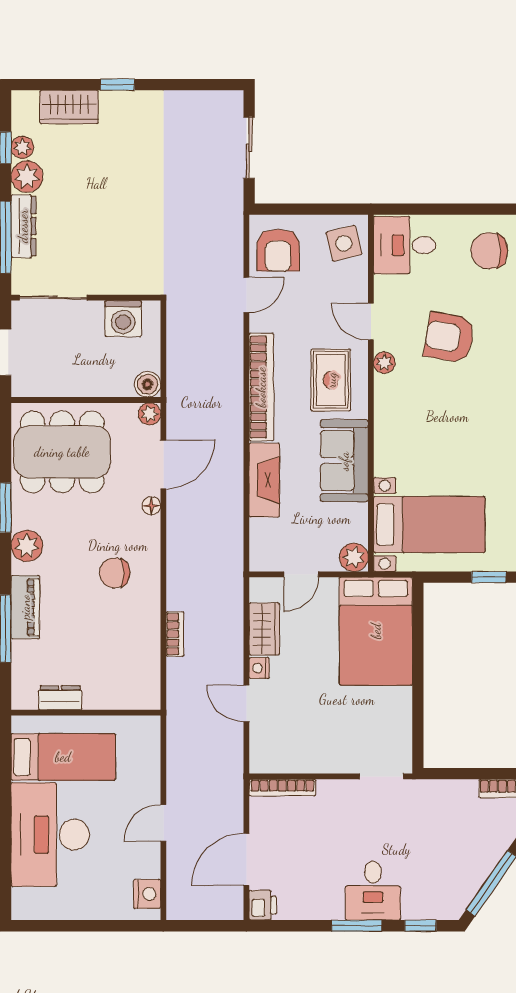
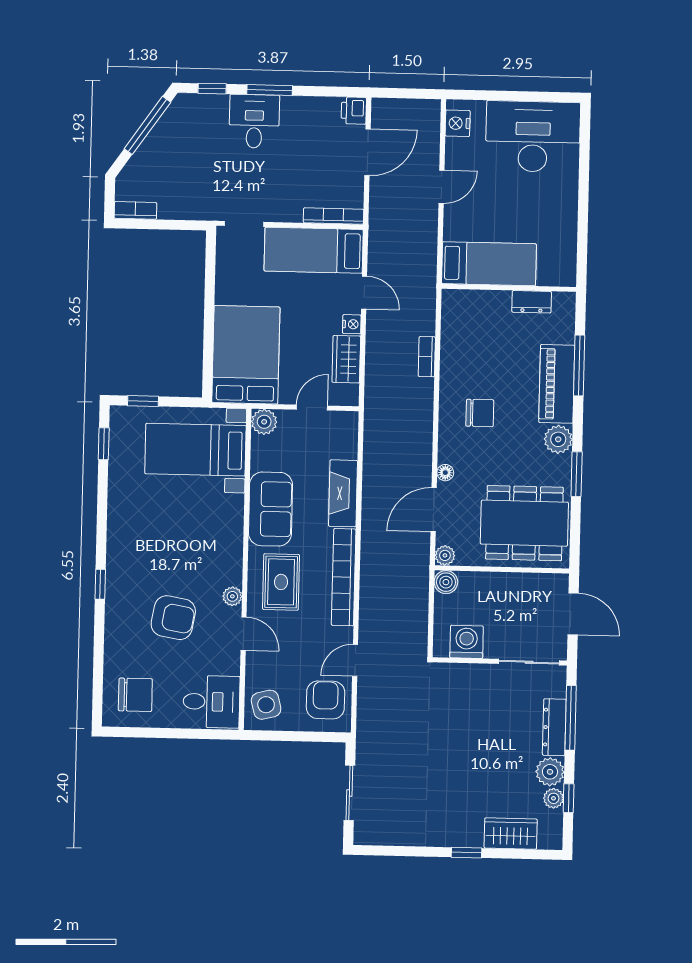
piano: (25, 607) -> (557, 384), width x1.37, depth x1.33
bed: (303, 749) -> (314, 250), added
bed: (63, 757) -> (489, 264), moved, turned 180
desk: (50, 835) -> (533, 137), moved, turned -90

